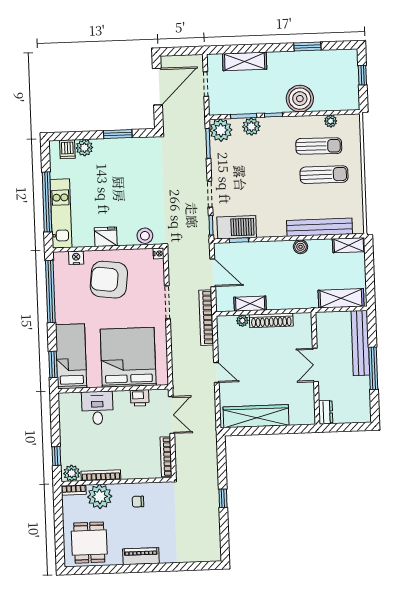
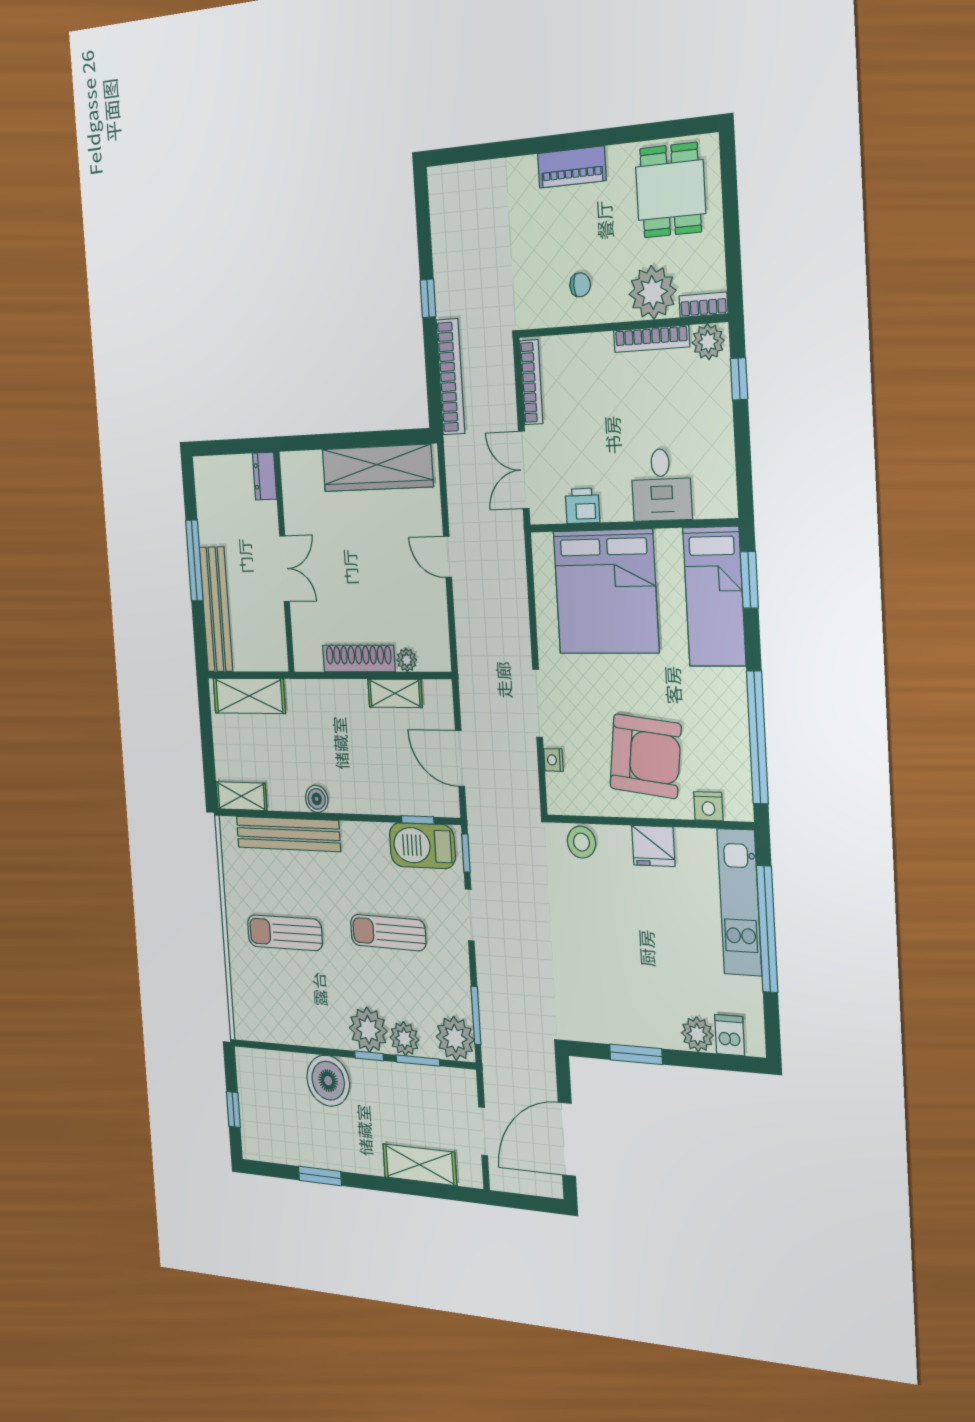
plant: (331, 121) -> (368, 1030), moved, width x1.88, depth x1.88
sun lounger: (319, 146) -> (388, 933), moved
nightstand: (159, 253) -> (553, 760), moved
bookcase: (206, 318) -> (451, 377), moved

